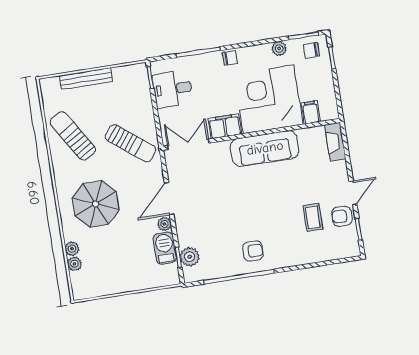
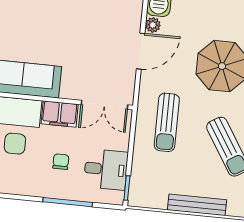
chair: (230, 58) -> (61, 162), moved, turned 90
sun lounger: (131, 143) -> (167, 122), turned -128

